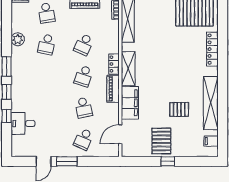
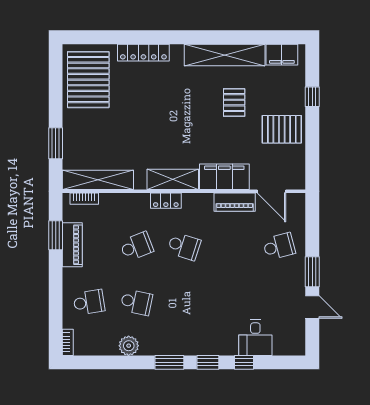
school desk: (84, 44) -> (136, 246), turned -45
piano: (113, 89) -> (235, 202), moved
school desk: (84, 108) -> (232, 246), removed
school desk: (84, 139) -> (279, 246), turned -39
filing cabinet: (211, 141) -> (282, 55), width x2.00
window: (168, 161) -> (312, 97), moved

